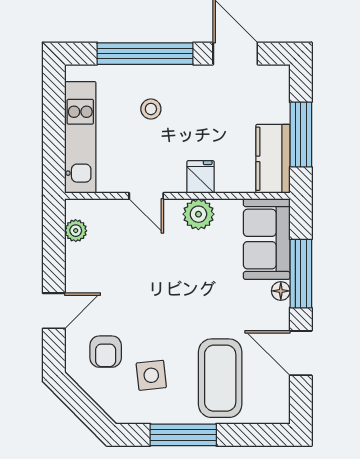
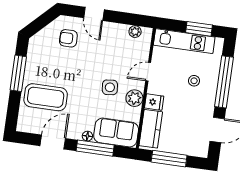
window: (54, 113) -> (199, 29), added
kitchen counter: (273, 159) -> (151, 129), moved, turned 90
side table: (151, 375) -> (110, 87), moved

